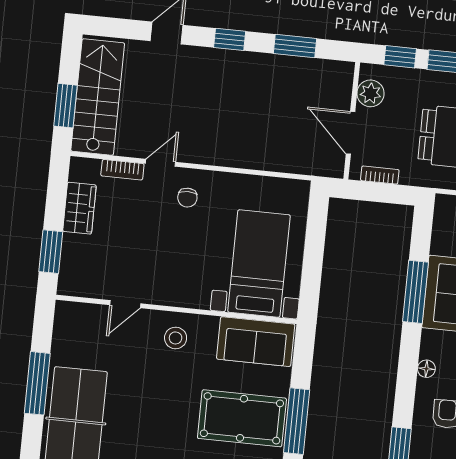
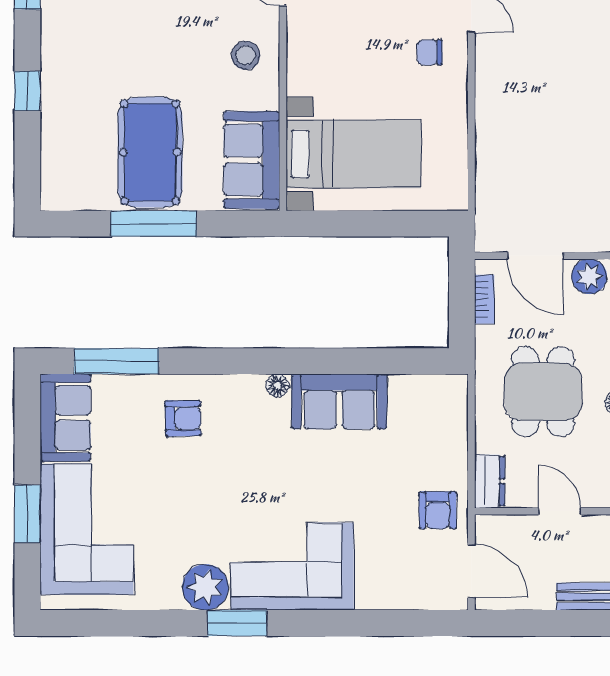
door: (350, 133) -> (535, 256), swing flipped
window: (415, 292) -> (337, 361), removed
floor lamp: (426, 369) -> (277, 385), moved

